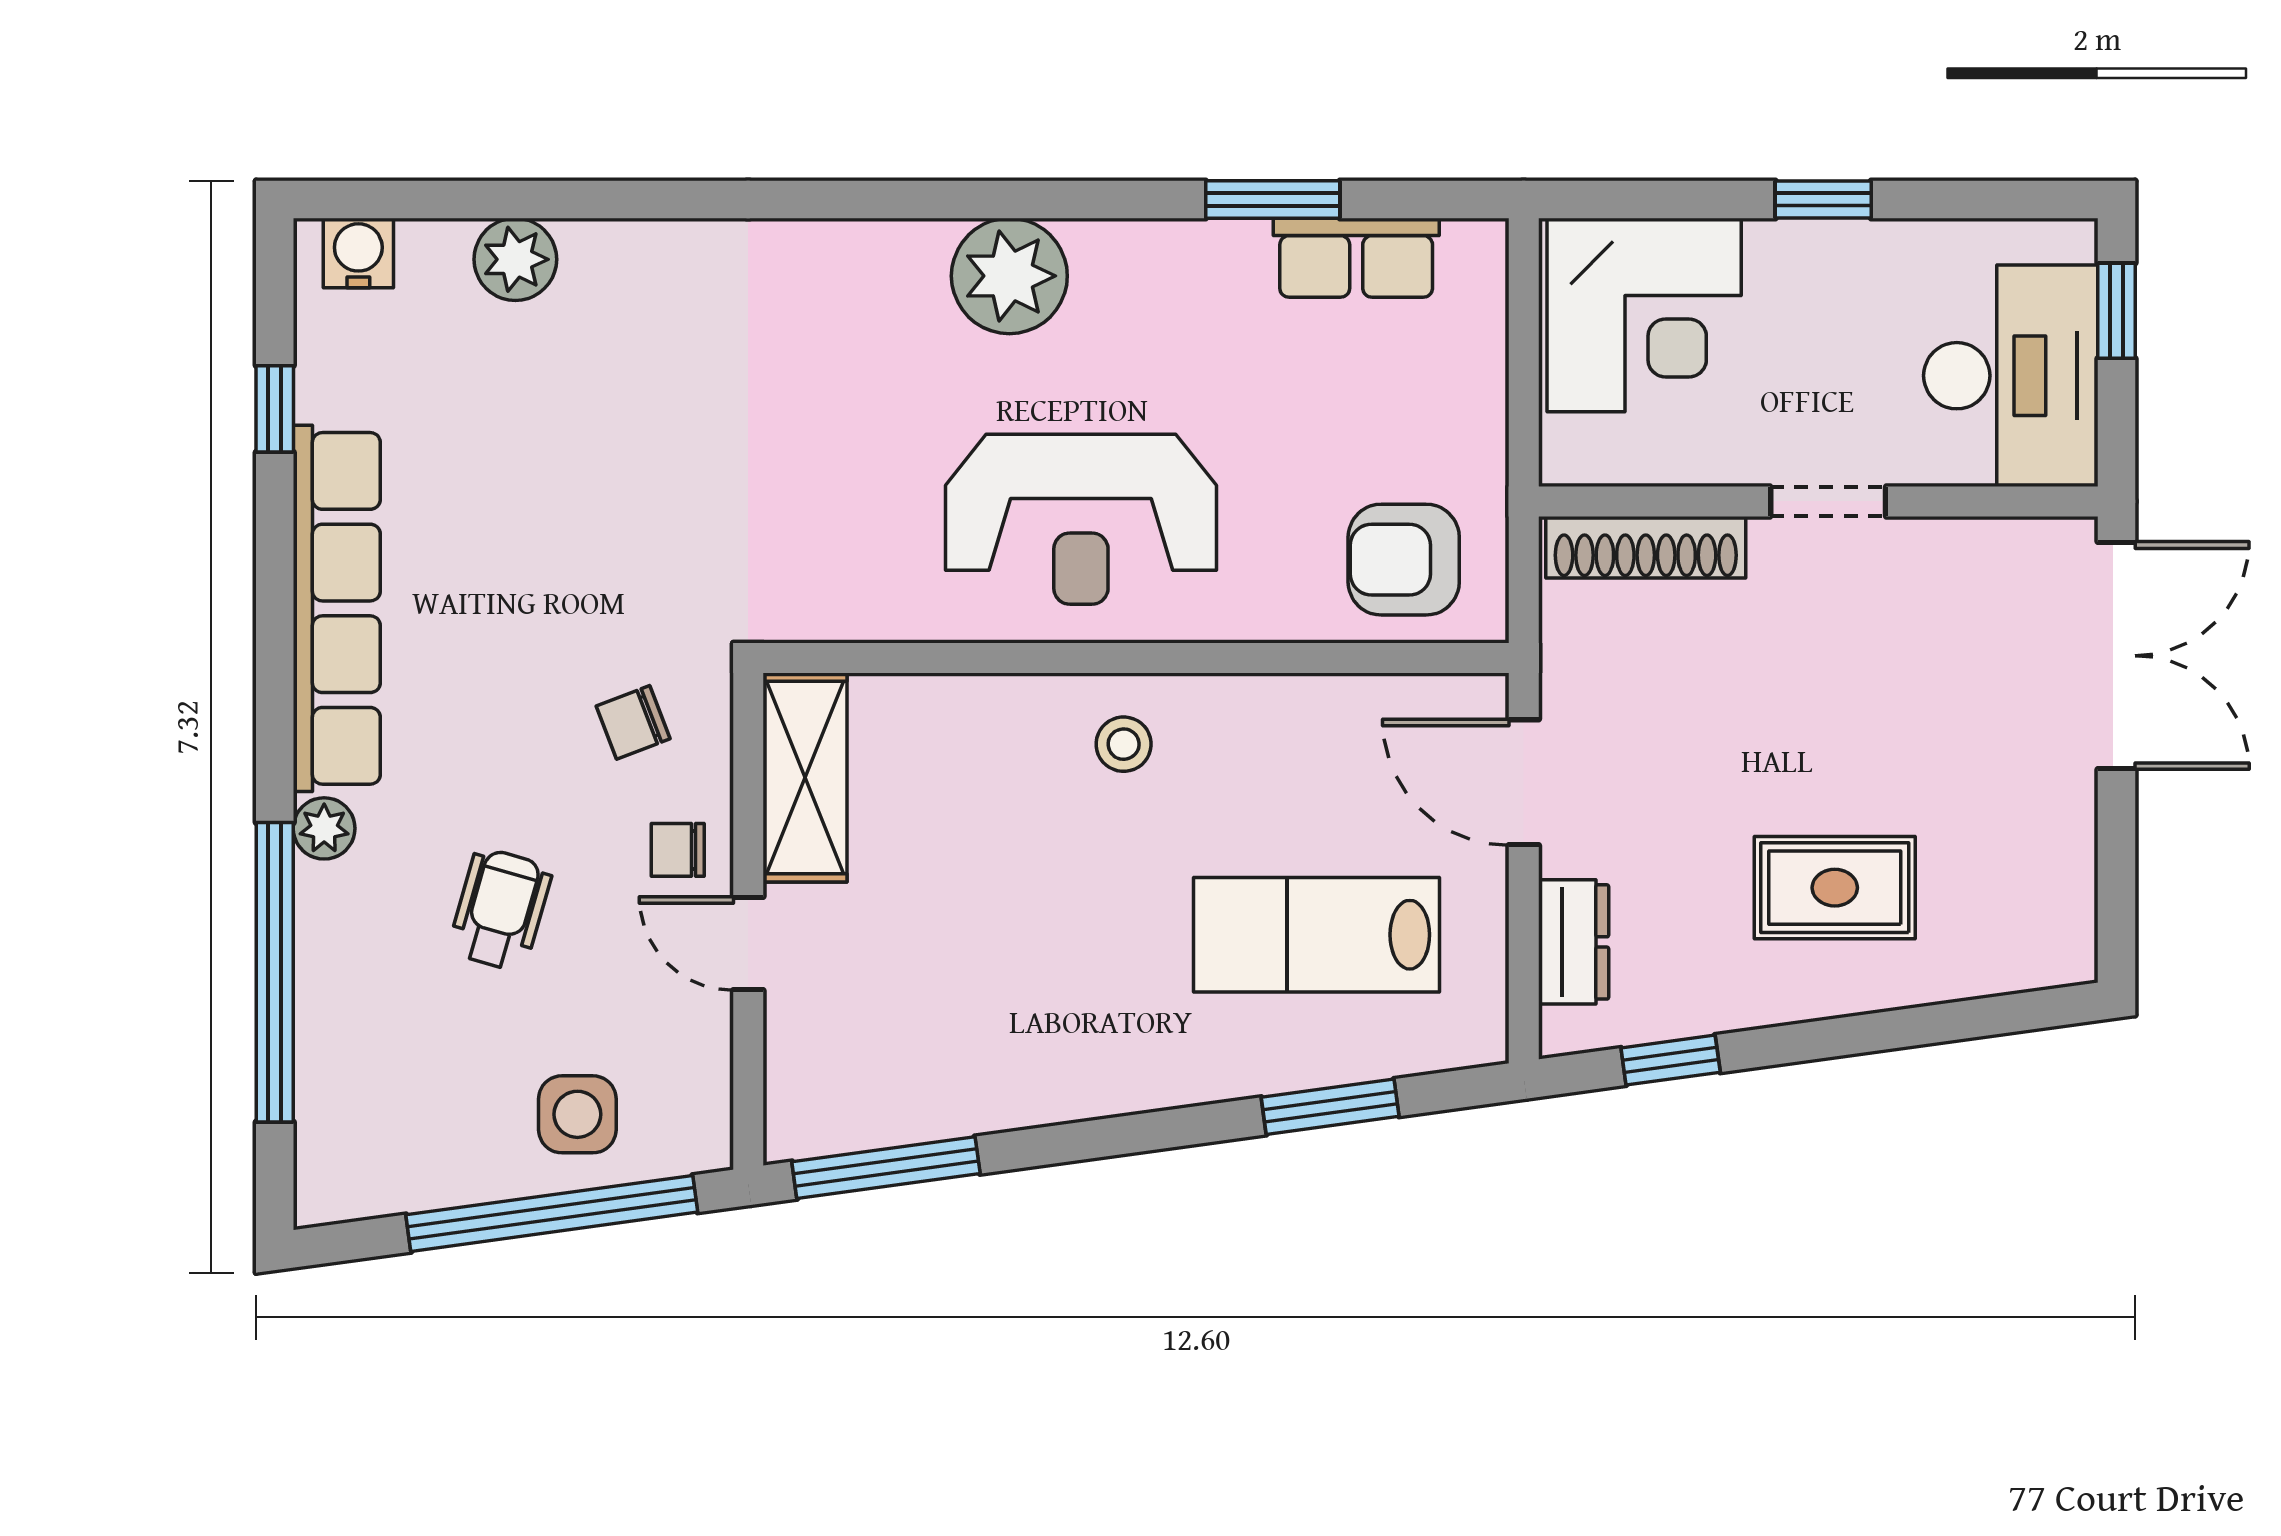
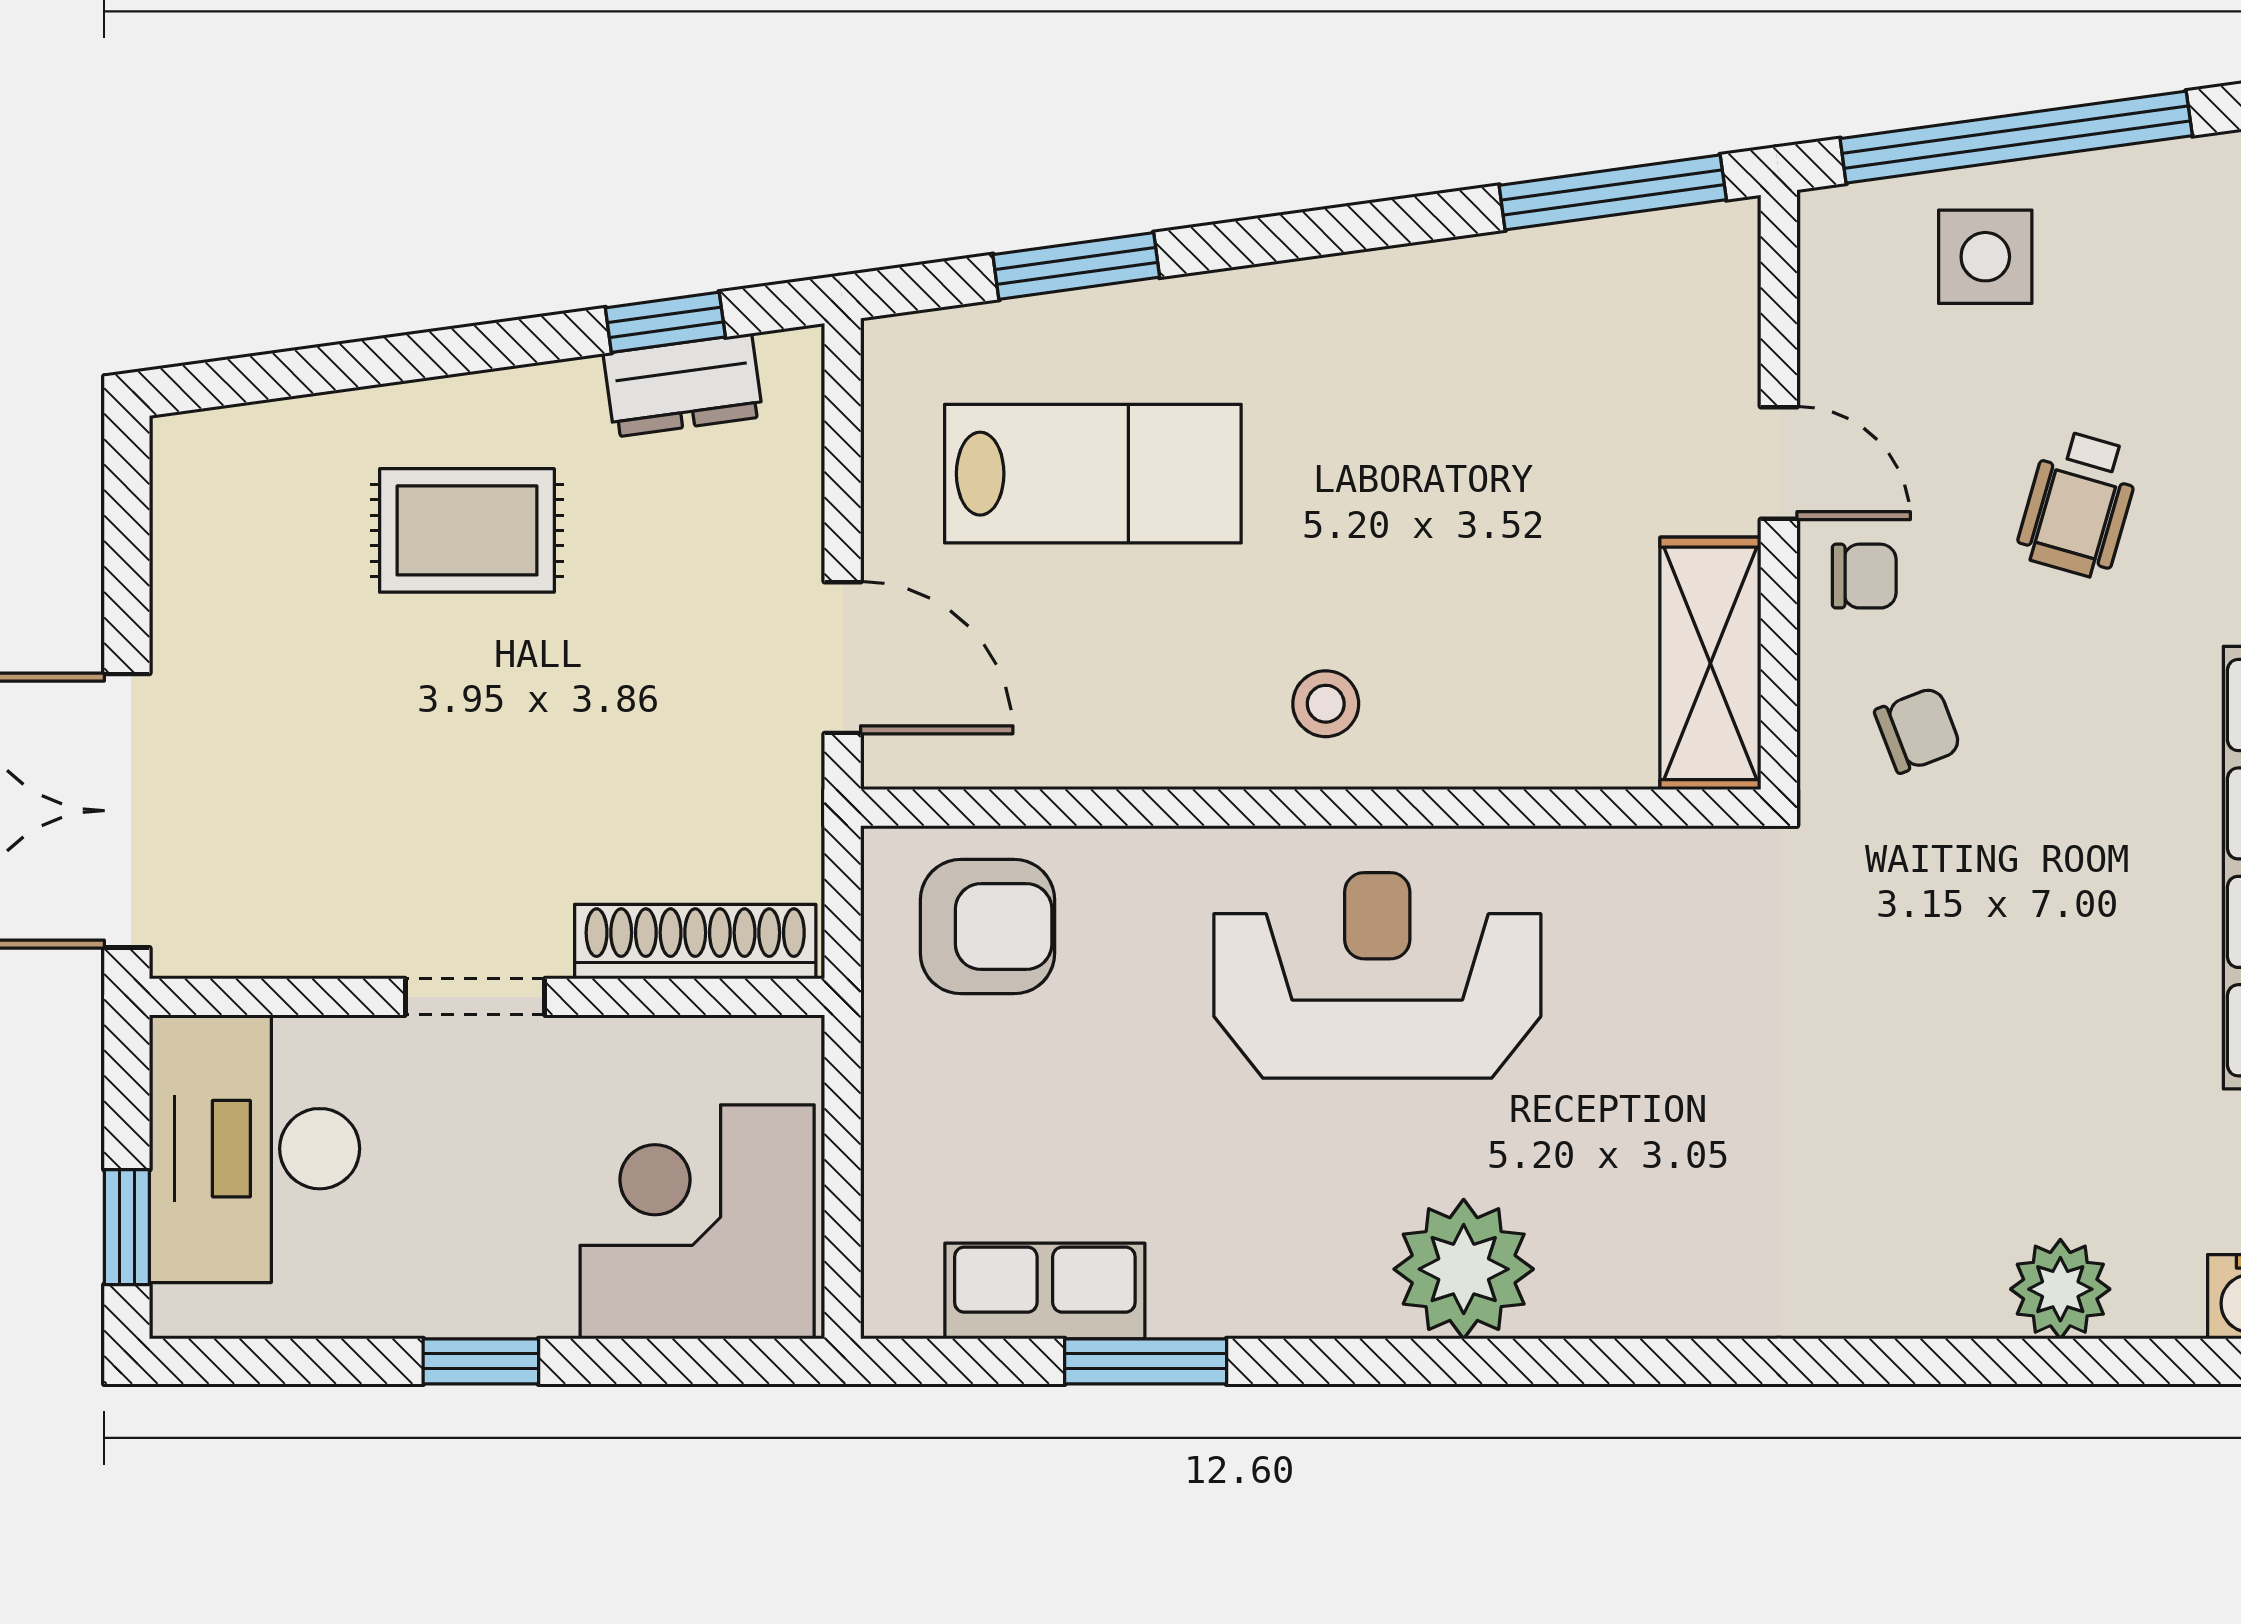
dresser: (1574, 942) -> (683, 385), moved, turned -98

